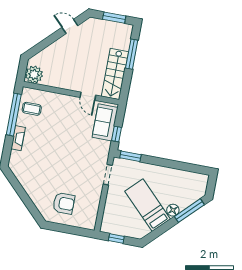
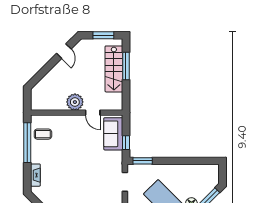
door: (70, 26) -> (64, 51), swing flipped
stairs: (115, 74) -> (114, 69), moved
plant: (34, 75) -> (75, 102), moved
fireplace: (18, 138) -> (35, 175), moved

